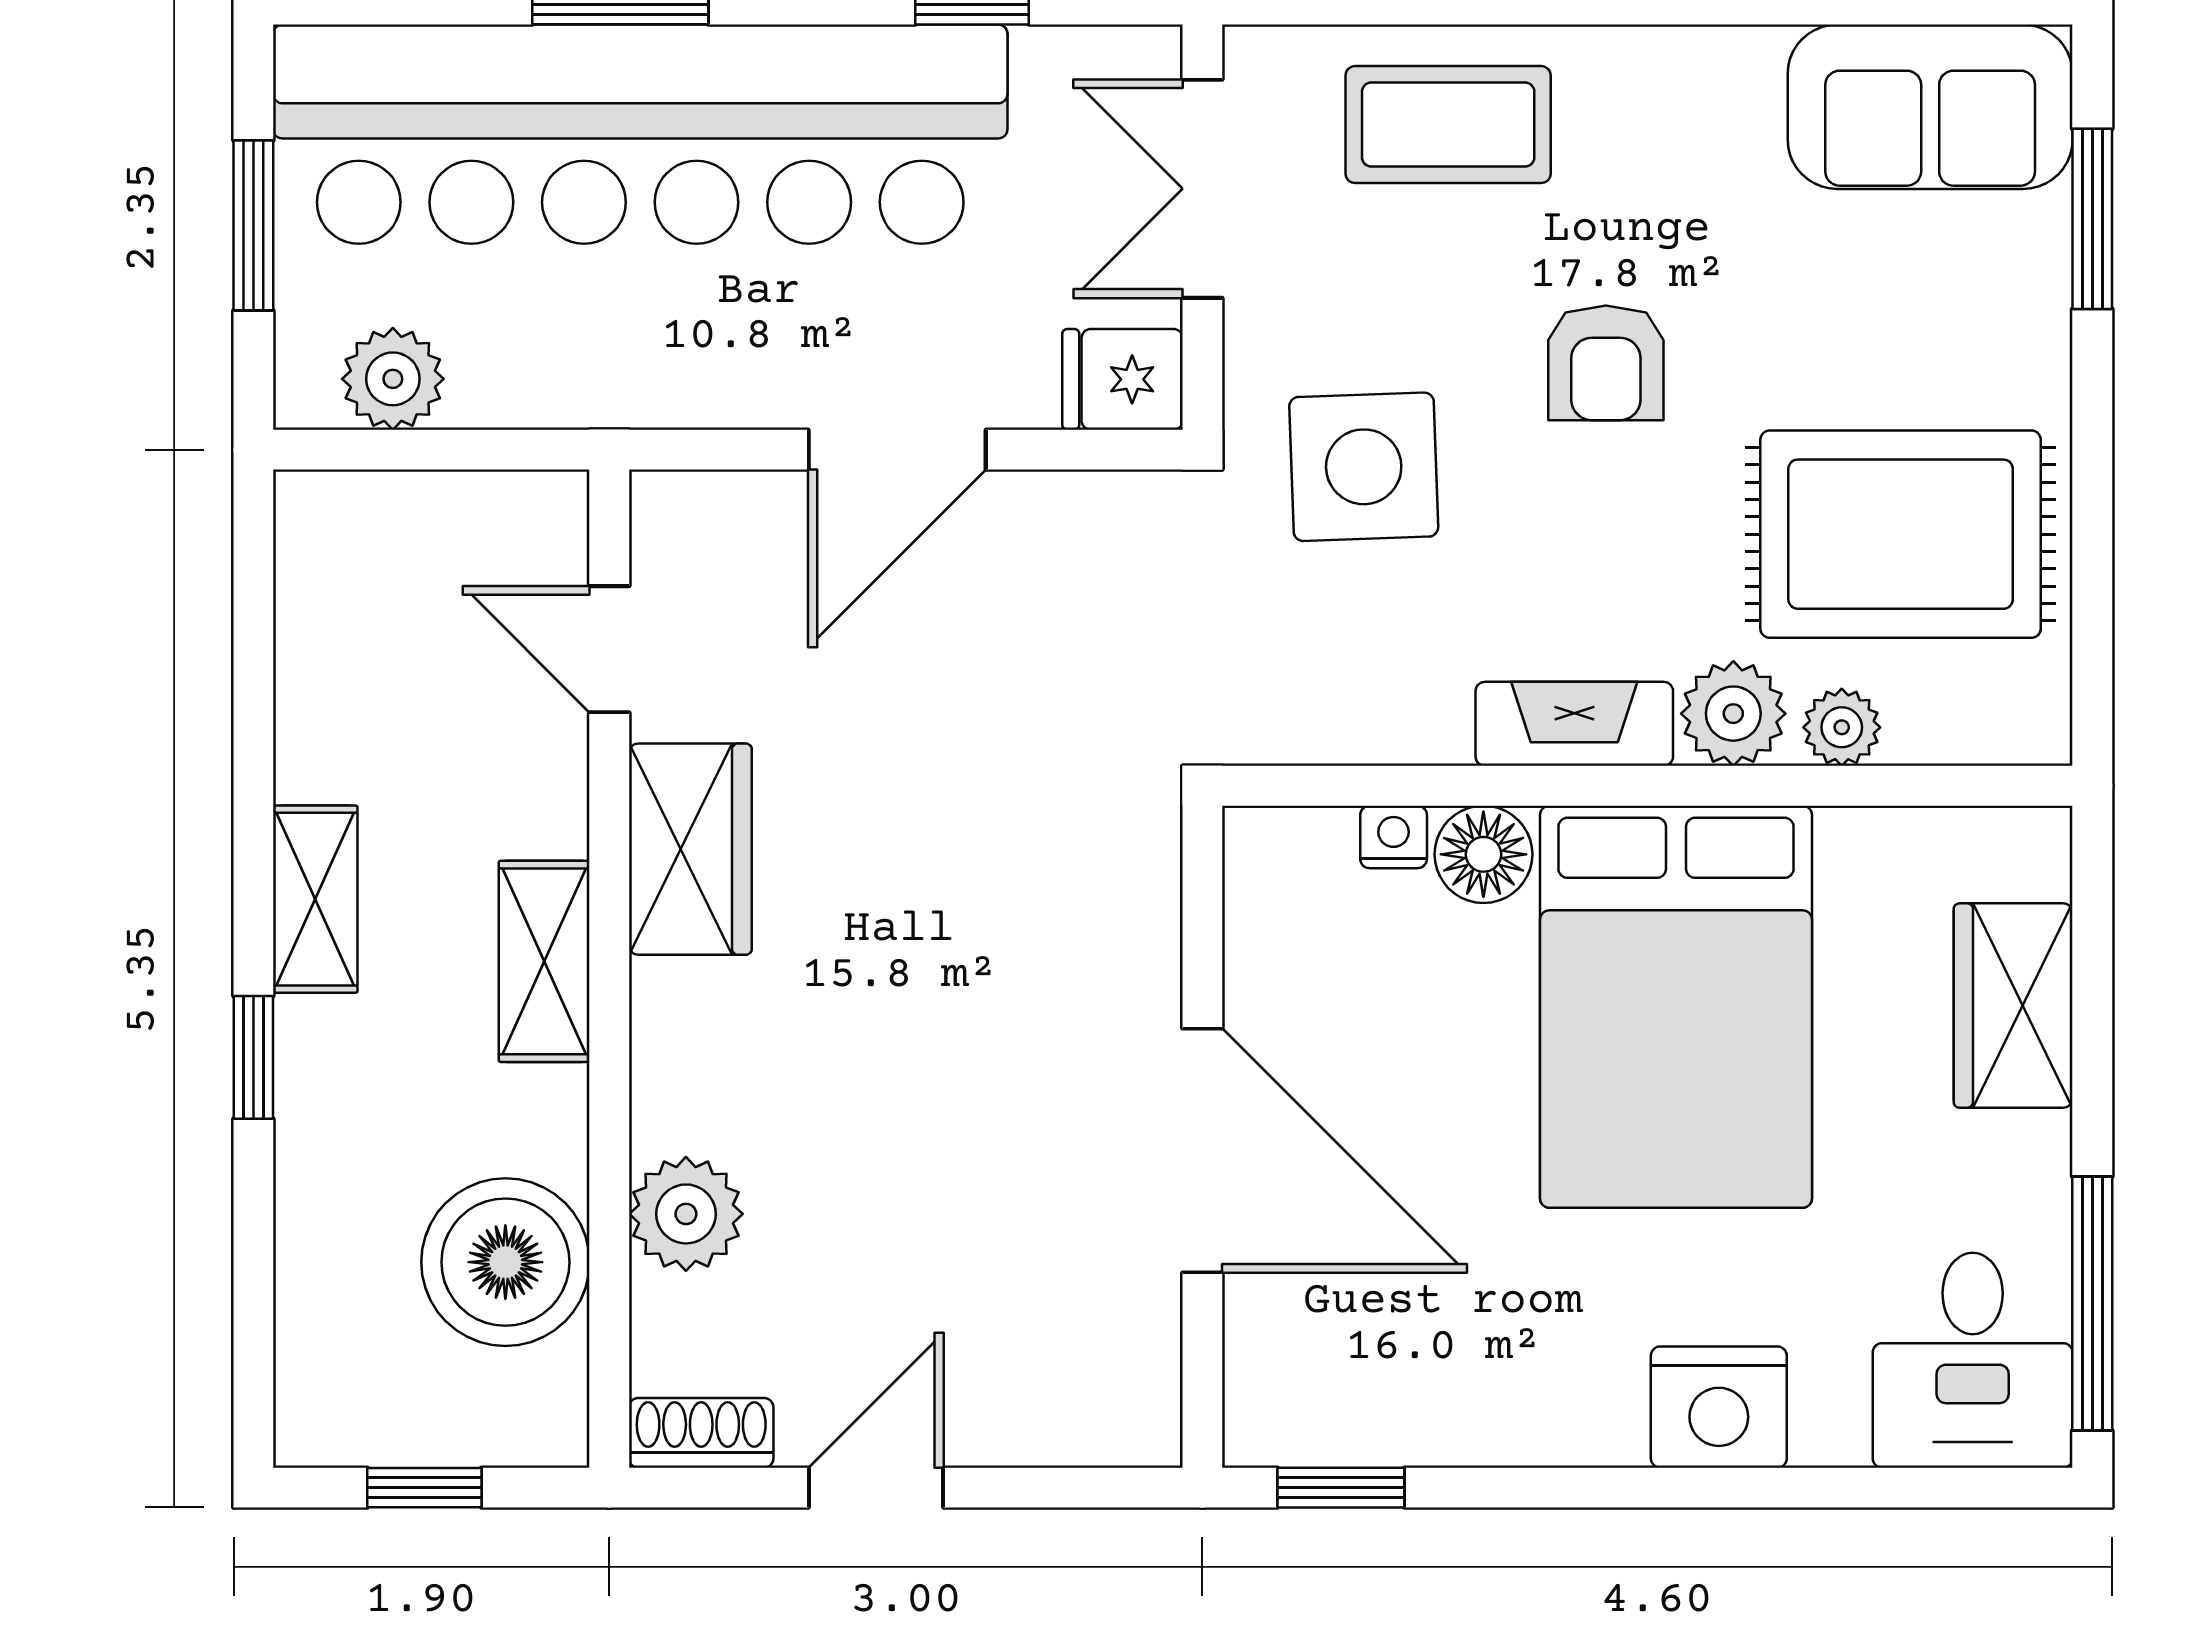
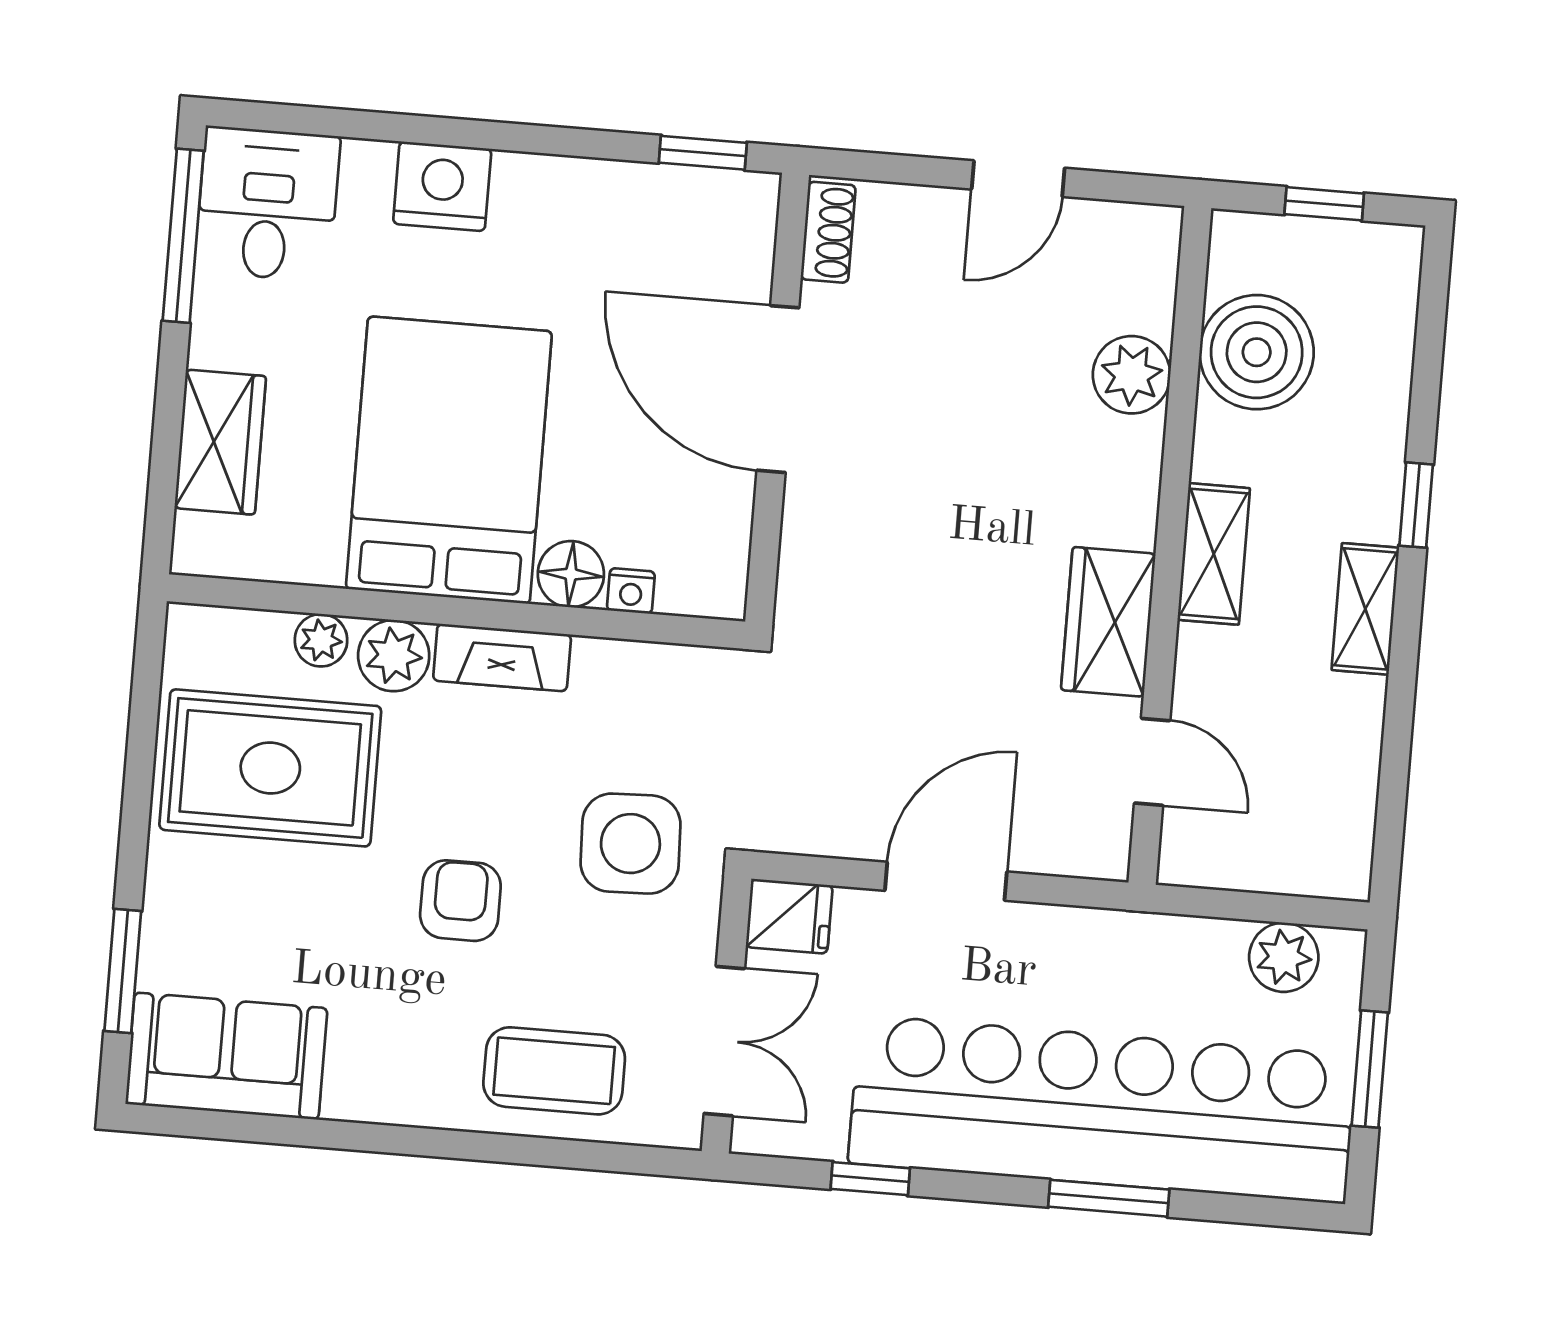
shoe rack: (701, 1433) -> (828, 232), moved, turned -90

